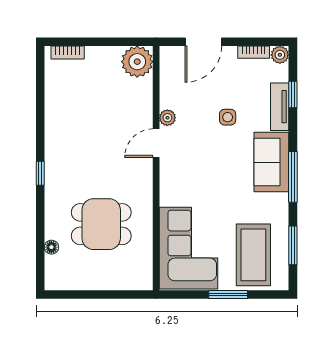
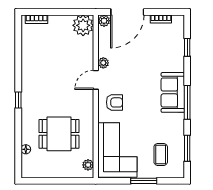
door: (203, 42) -> (127, 12), width x1.36
plant: (280, 55) -> (104, 21), moved
tv unit: (280, 107) -> (178, 55), removed
side table: (228, 117) -> (143, 62), removed
armchair: (184, 177) -> (114, 102), added
coffee table: (253, 255) -> (161, 154), width x0.54, depth x0.58
plant: (145, 270) -> (88, 165), added

